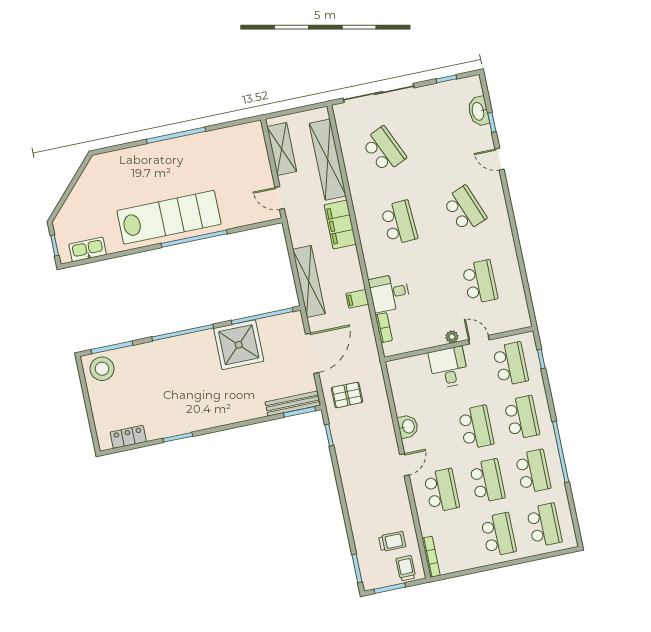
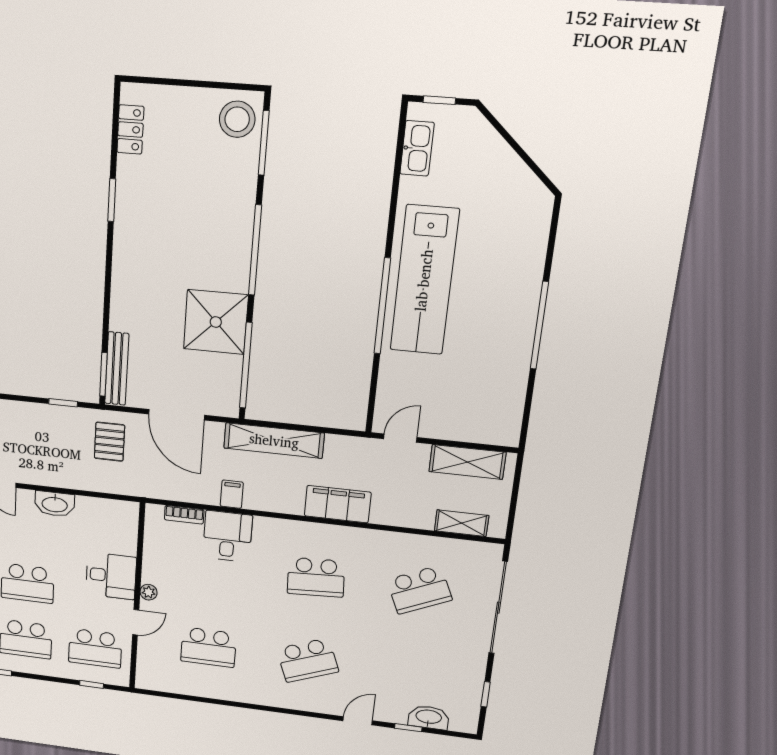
shelving: (328, 160) -> (462, 523), width x0.45, depth x0.75
washbasin: (408, 426) -> (55, 504), width x1.38

